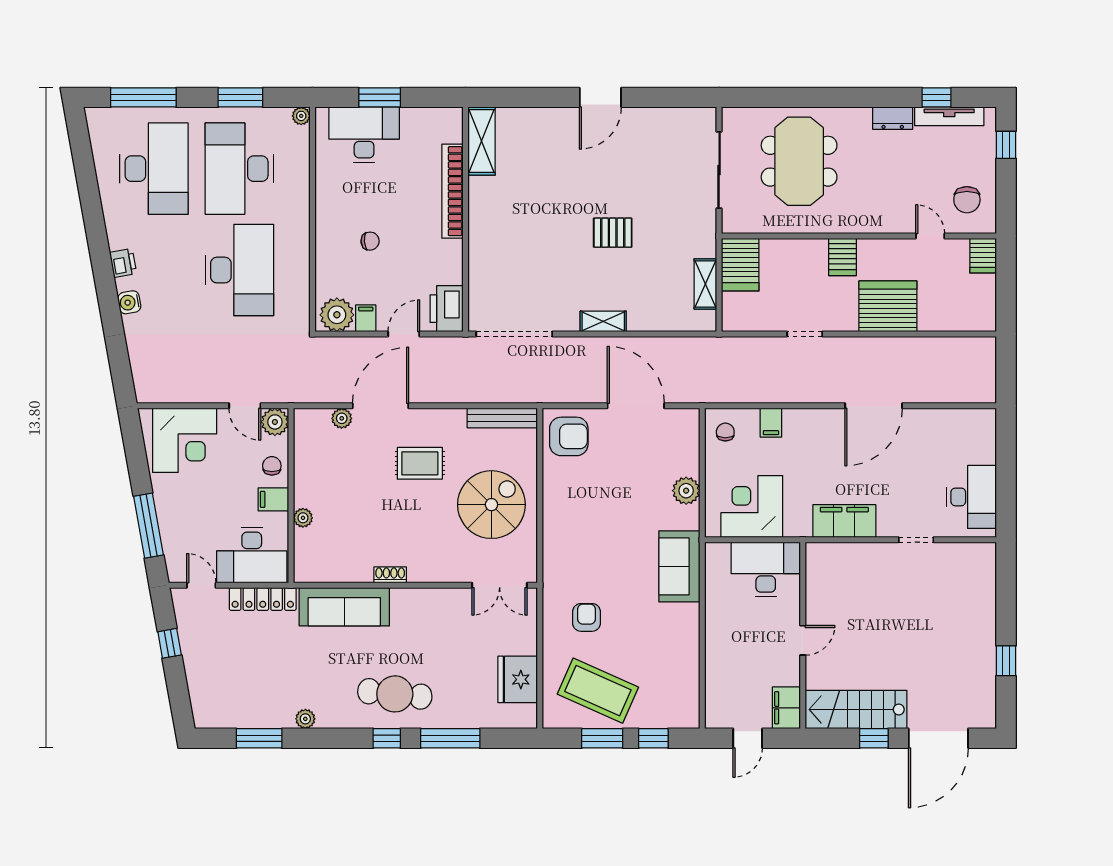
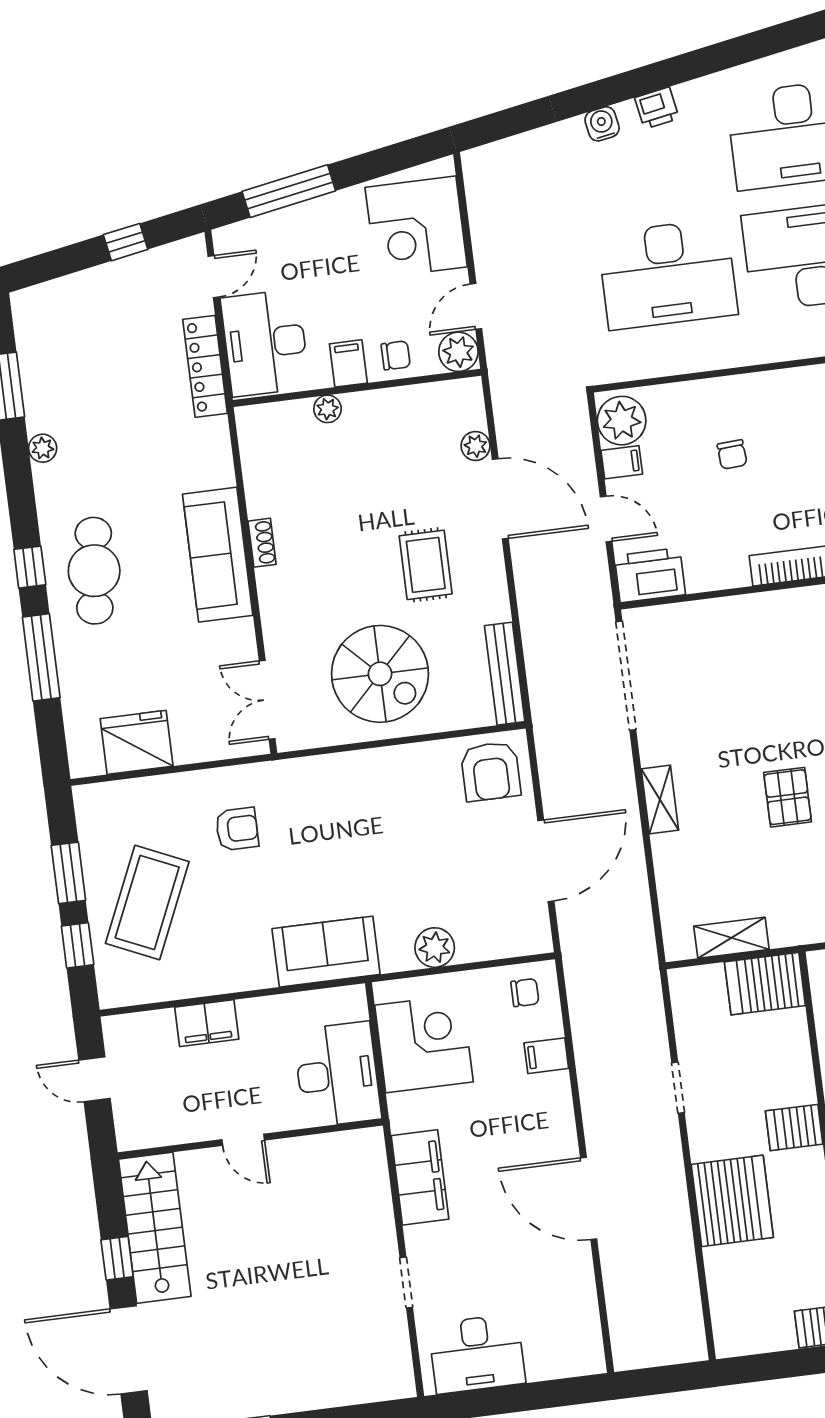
sofa: (344, 607) -> (218, 555), moved
coffee table: (598, 691) -> (147, 902), moved
filing cabinet: (786, 708) -> (207, 1023), moved, turned 180

